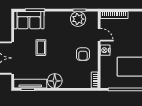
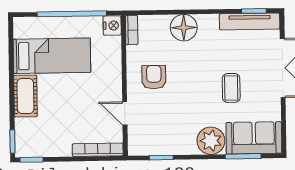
plant: (78, 19) -> (211, 141), moved
nightstand: (105, 50) -> (112, 26), moved
floor lamp: (55, 81) -> (184, 28), moved

